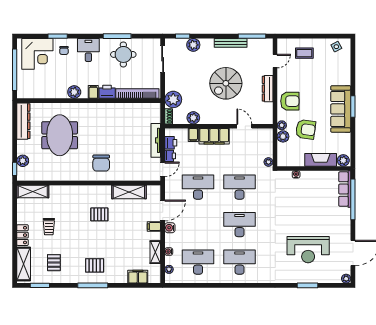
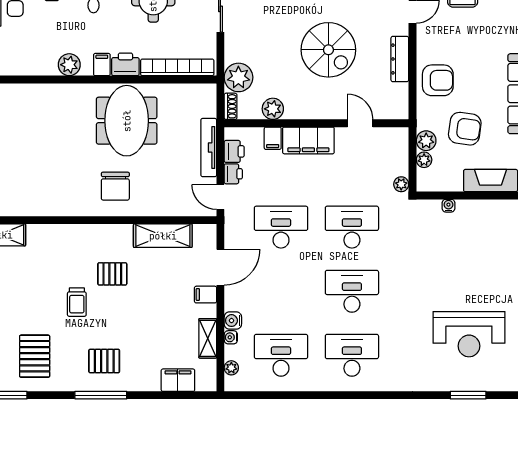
spiral stairs: (226, 83) -> (328, 50), turned -90
plant: (282, 125) -> (424, 160), moved
meeting table: (60, 135) -> (127, 121), moved
door: (163, 169) -> (220, 197), swing flipped
trolley: (49, 227) -> (77, 302), moved
water cooler: (170, 228) -> (233, 321), moved
pallet: (54, 263) -> (35, 356), width x1.50, depth x1.42

